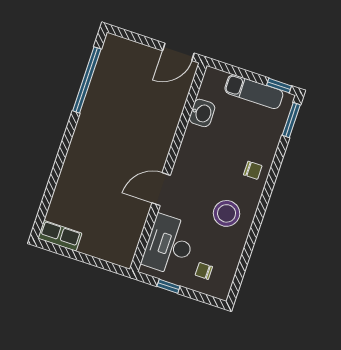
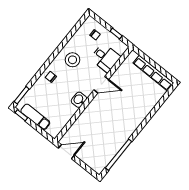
washbasin: (202, 113) -> (79, 100), moved
row of seats: (60, 236) -> (153, 73), width x2.02
desk: (169, 245) -> (105, 58), width x0.73

